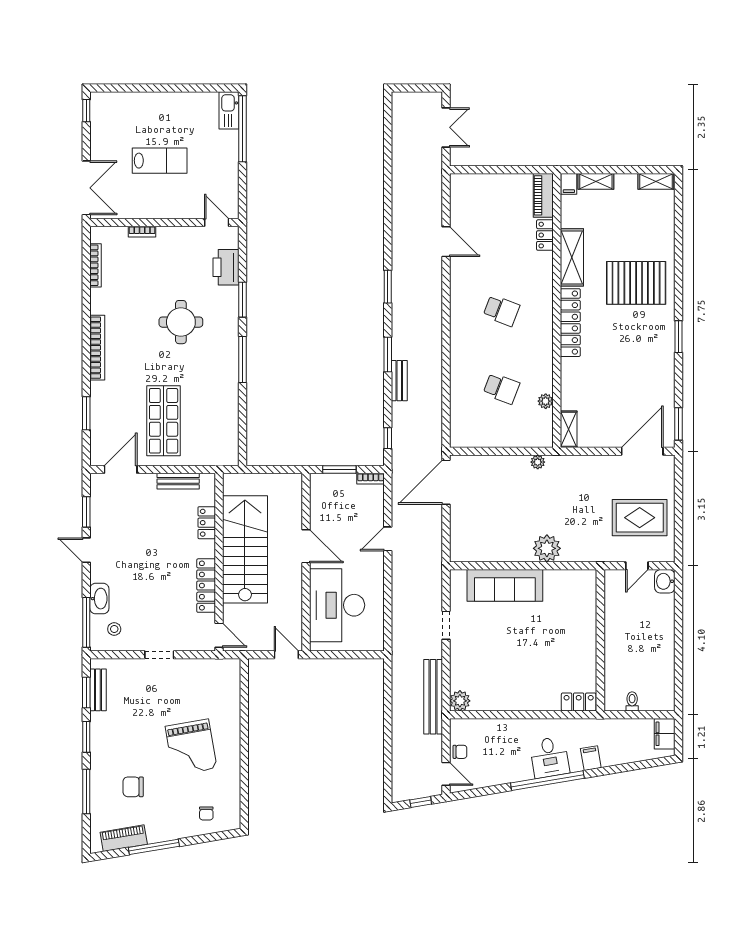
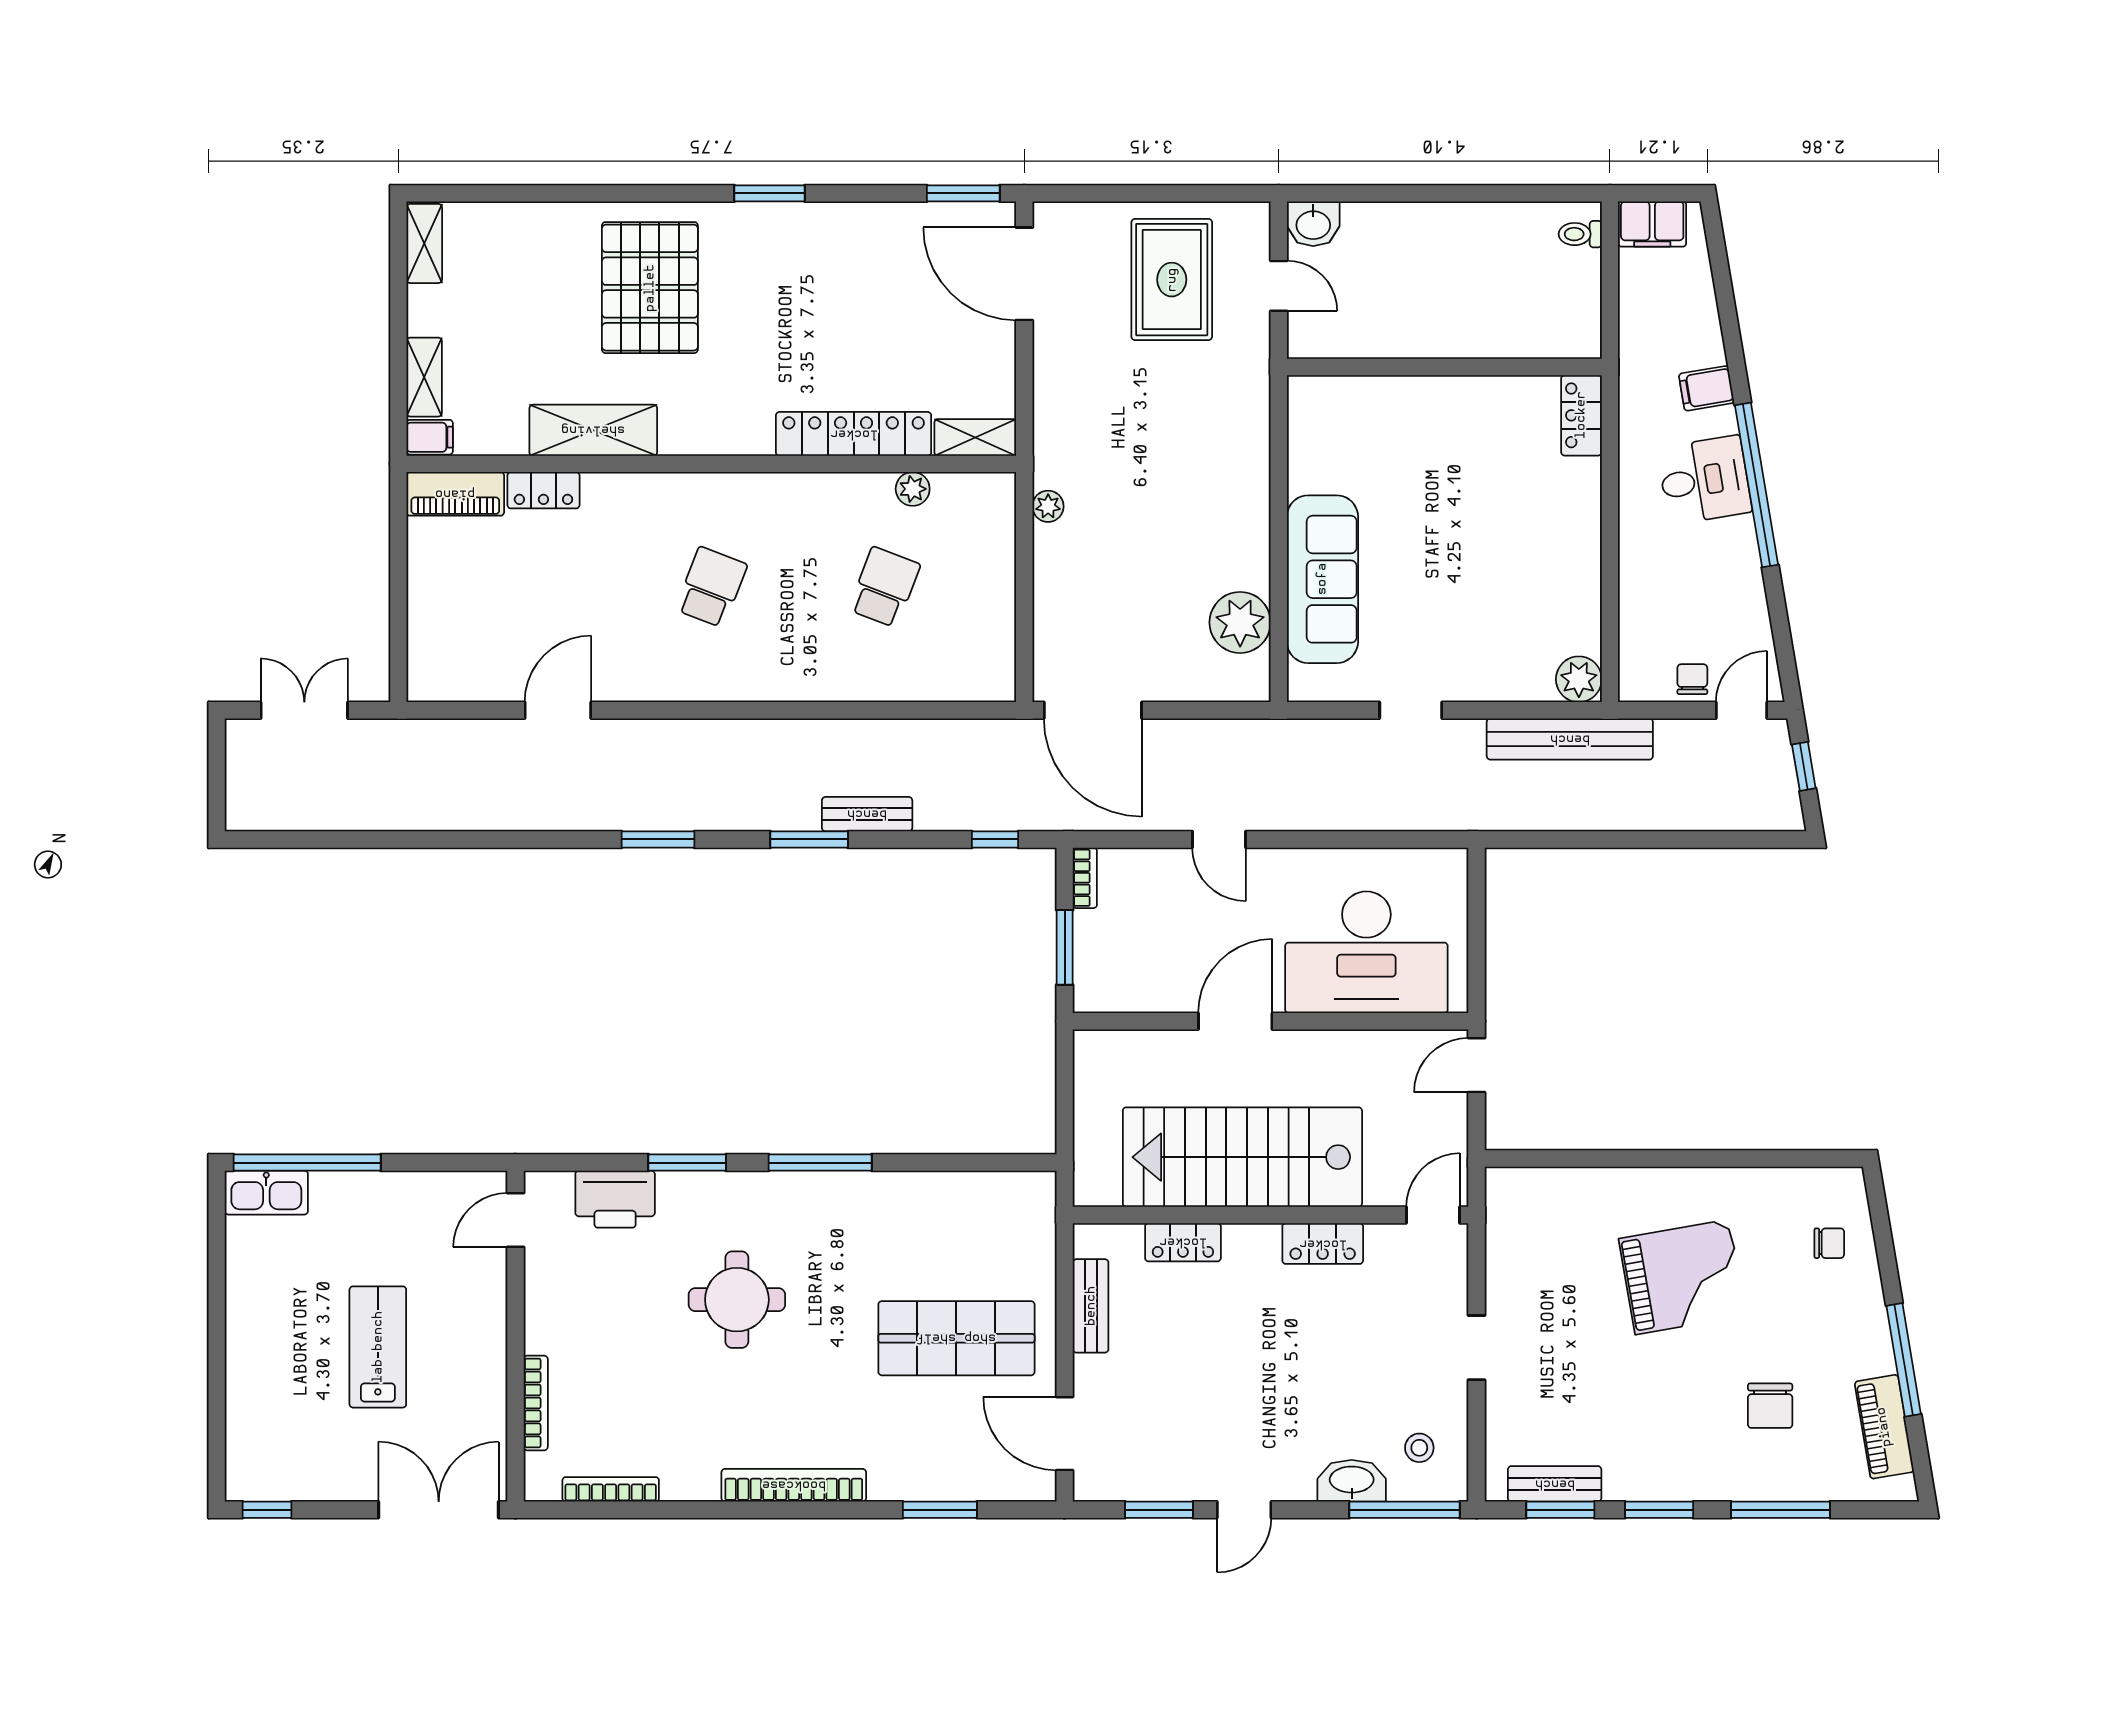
bookcase: (142, 232) -> (536, 1403), width x1.56
locker: (570, 323) -> (854, 434), moved
plant: (547, 548) -> (1240, 622), moved
locker: (206, 586) -> (1323, 1244), width x0.66
toilet: (632, 701) -> (1580, 234), moved

